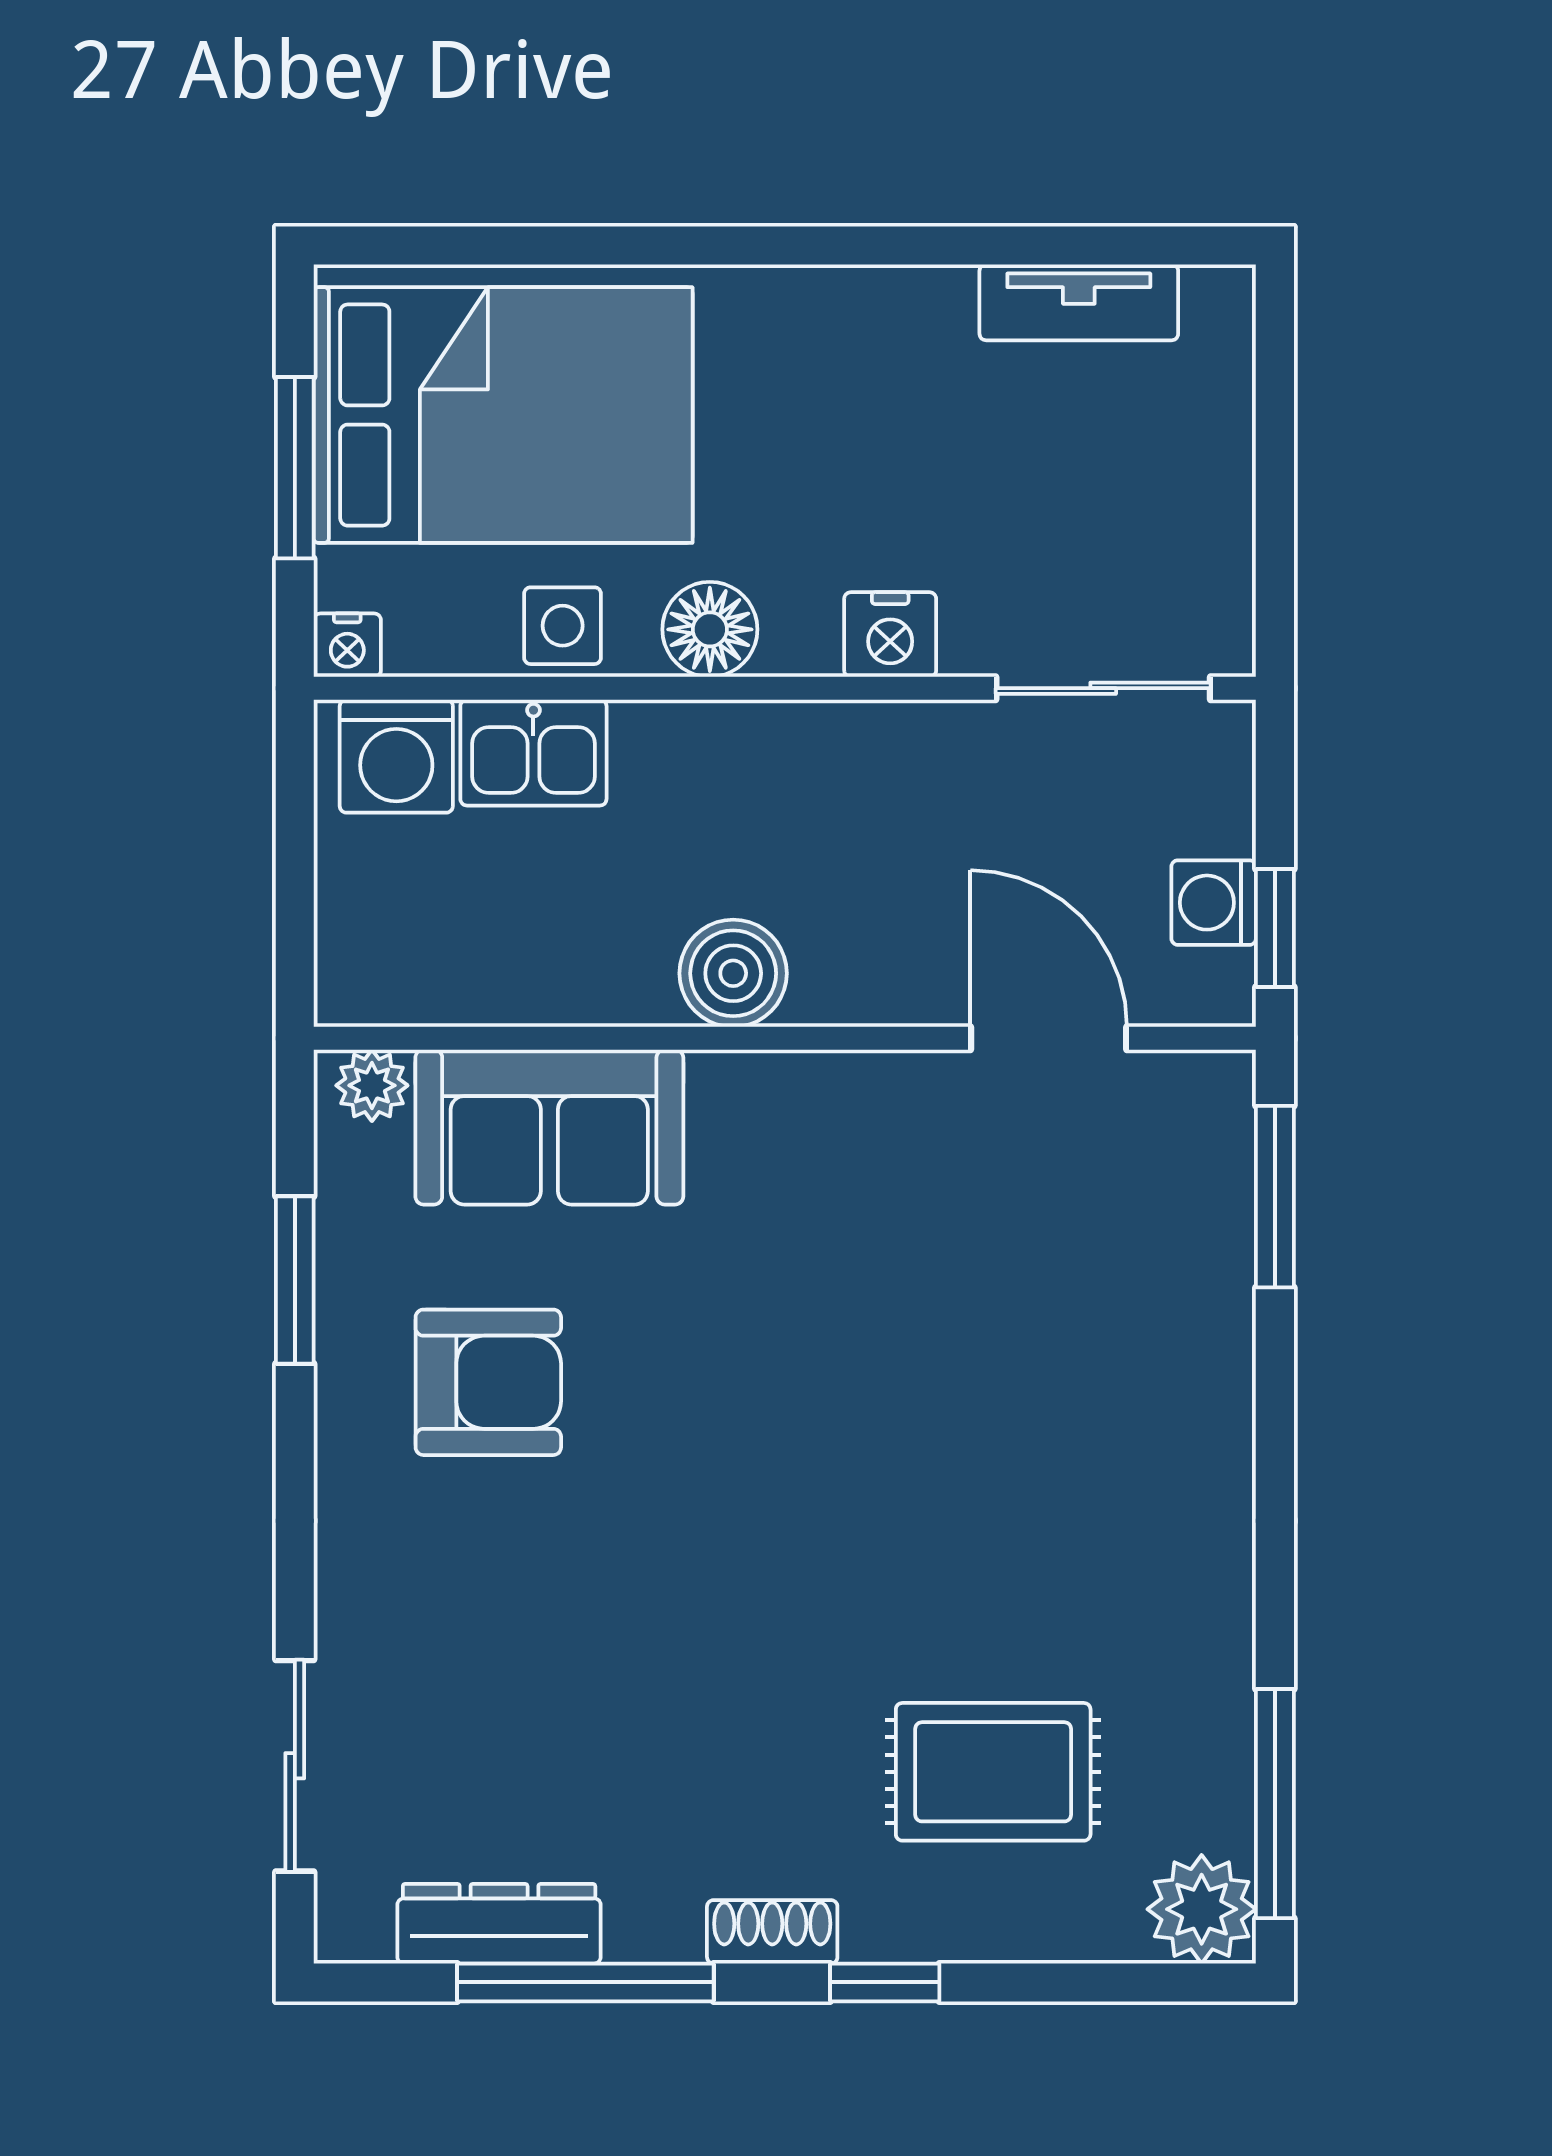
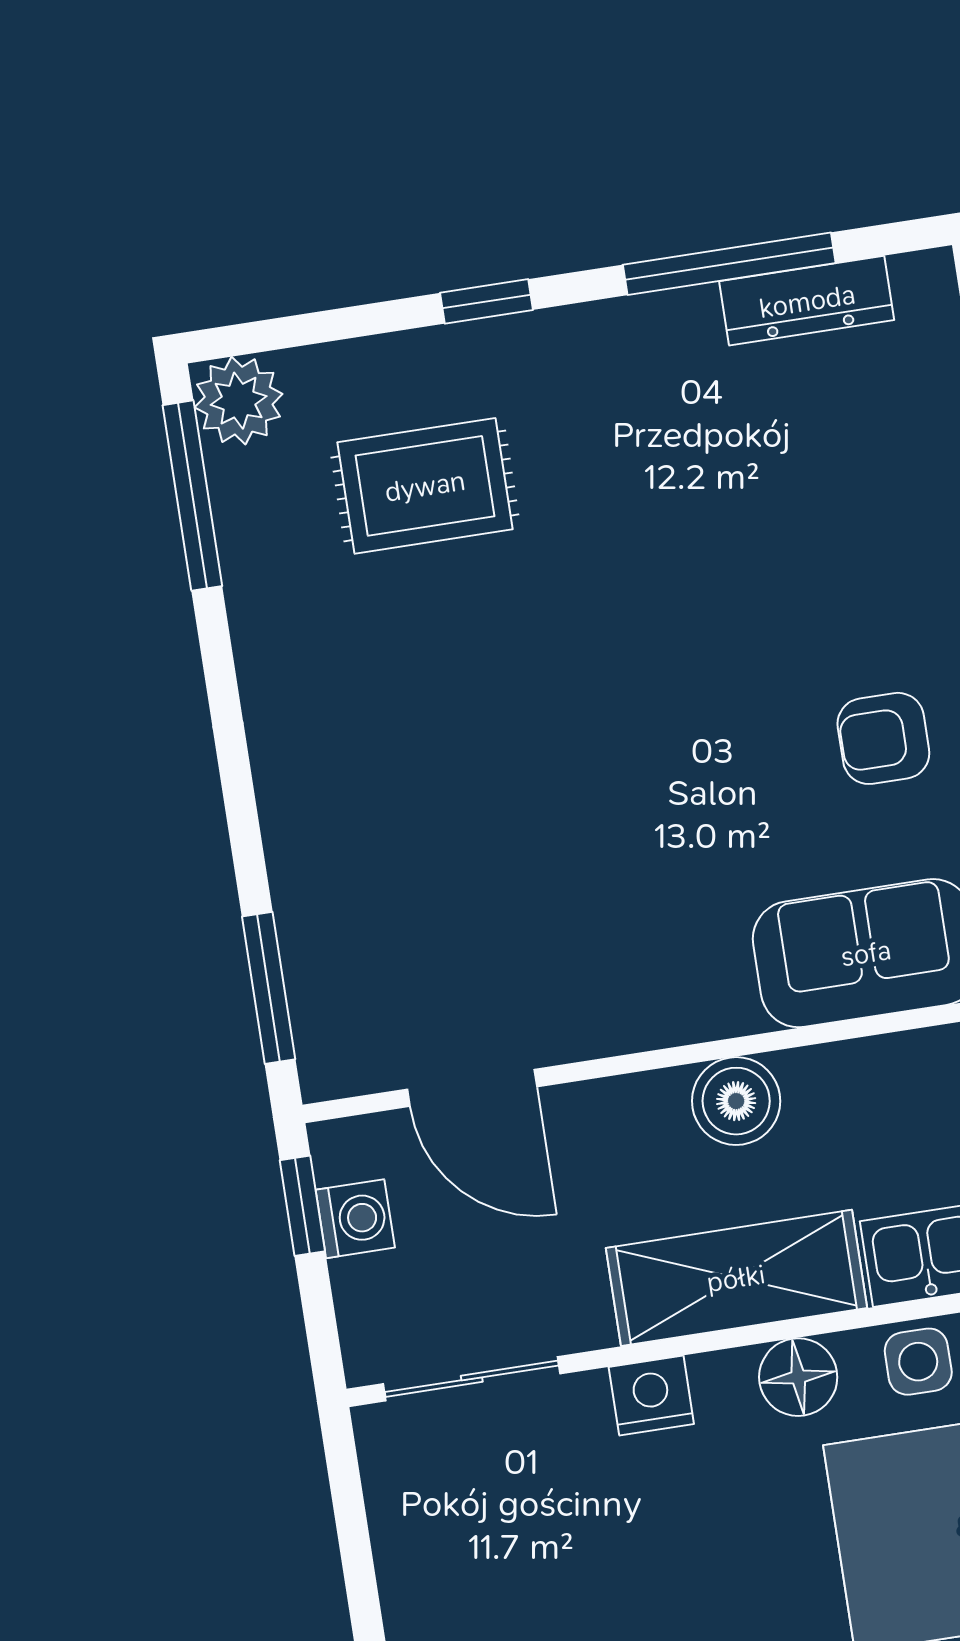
shelving: (766, 760) -> (736, 1278), added
armchair: (488, 1382) -> (883, 738), width x0.72, depth x0.72
shoe rack: (772, 1932) -> (584, 328), removed

